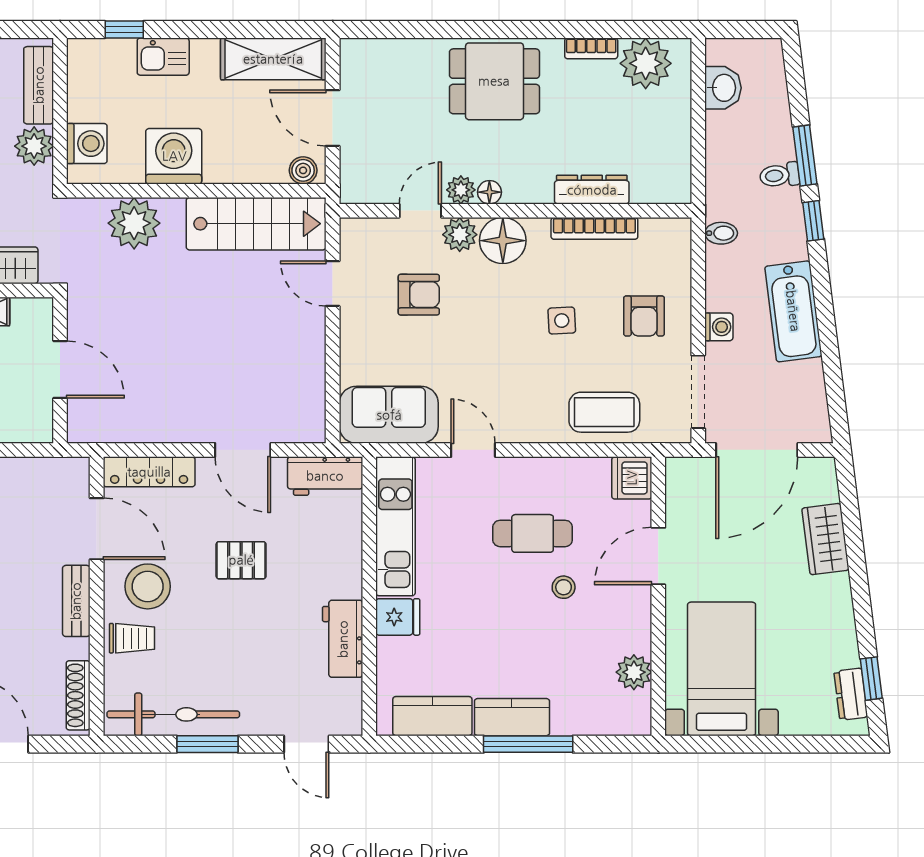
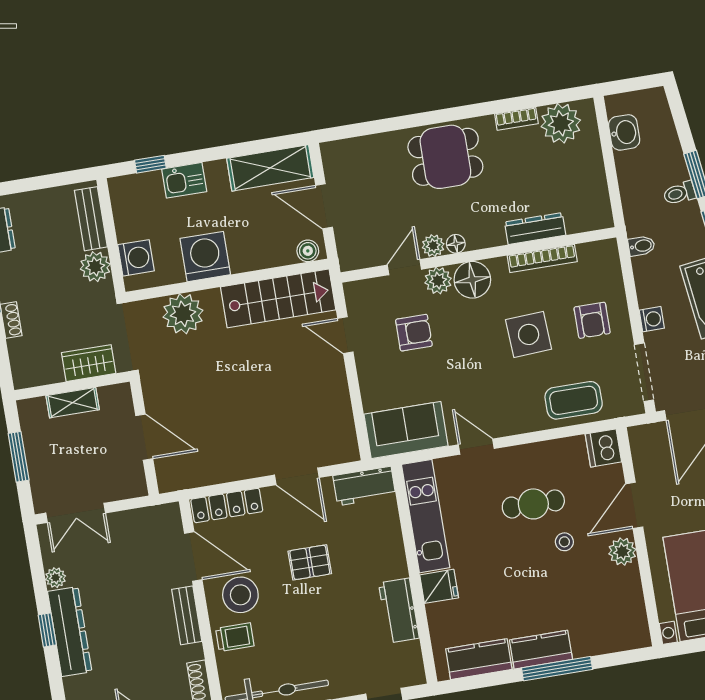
side table: (562, 321) -> (529, 334), width x1.87, depth x1.87
plant: (634, 672) -> (622, 552), moved

